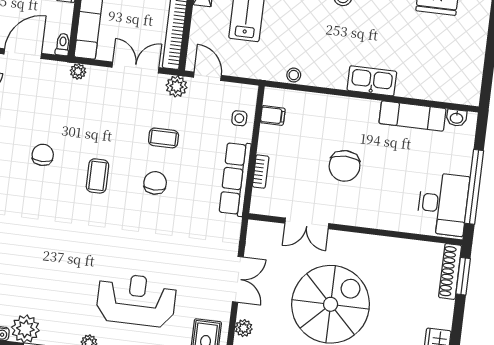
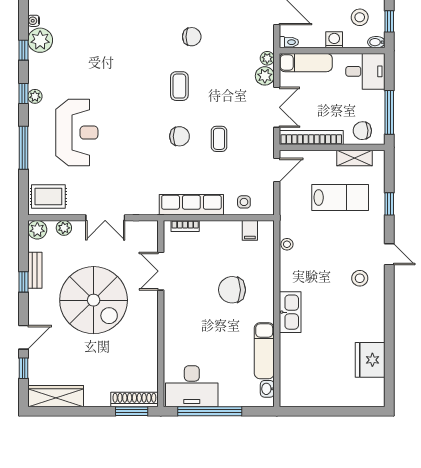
plant: (177, 86) -> (265, 76), moved
chair: (345, 166) -> (232, 290), moved
bookcase: (261, 172) -> (185, 226), moved
coffee table: (97, 176) -> (179, 86), turned 90

